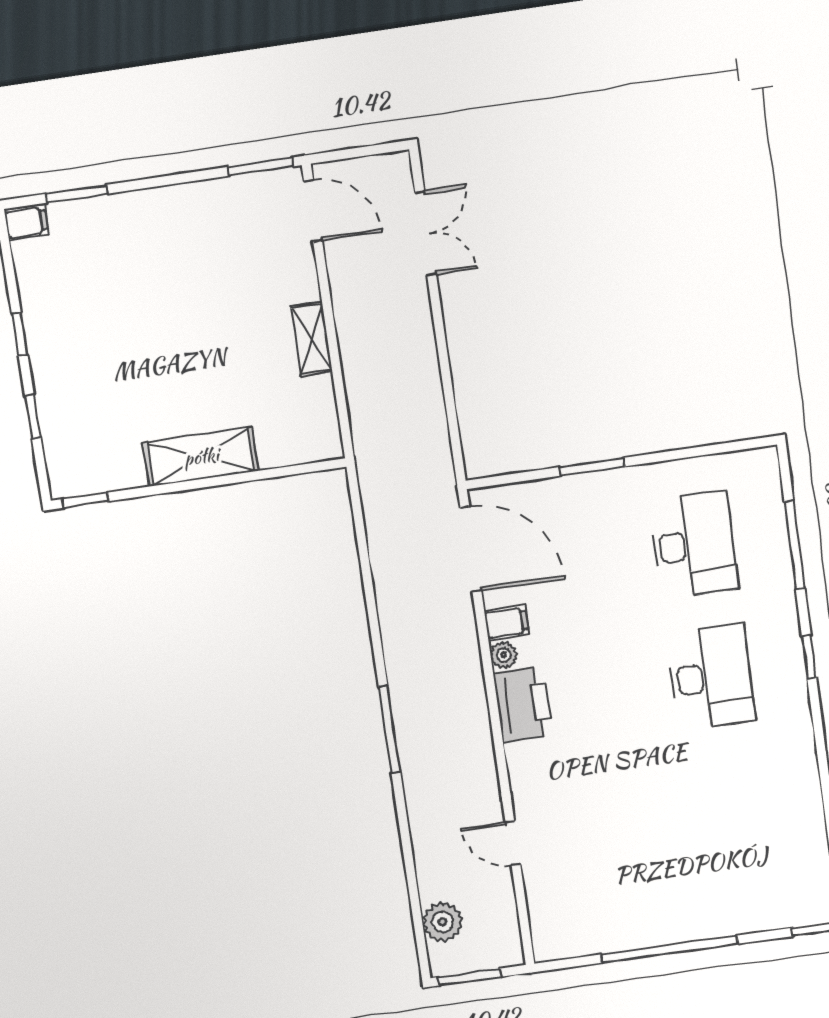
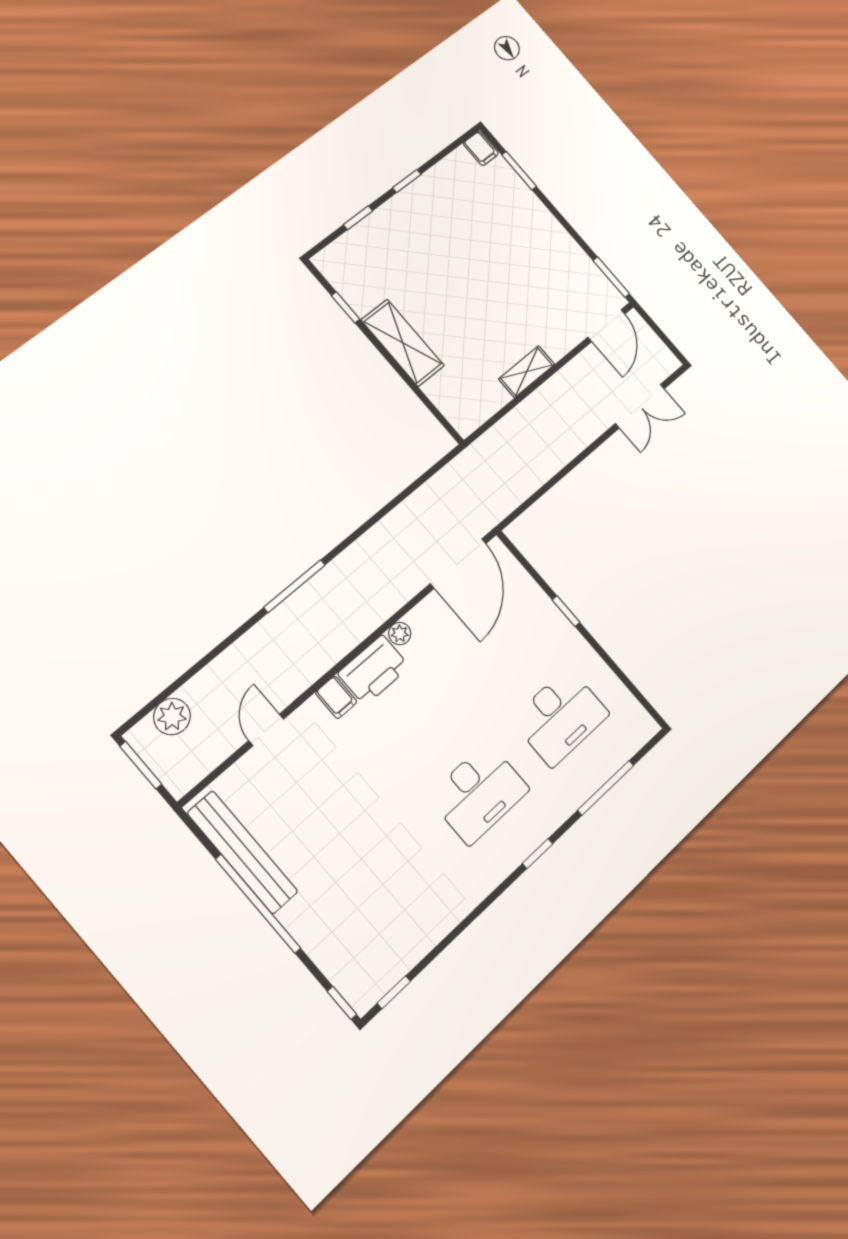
window: (592, 467) -> (566, 611), width x0.67
window: (86, 500) -> (346, 307), moved
filing cabinet: (507, 623) -> (336, 697), moved
bench: (613, 934) -> (242, 852), added

